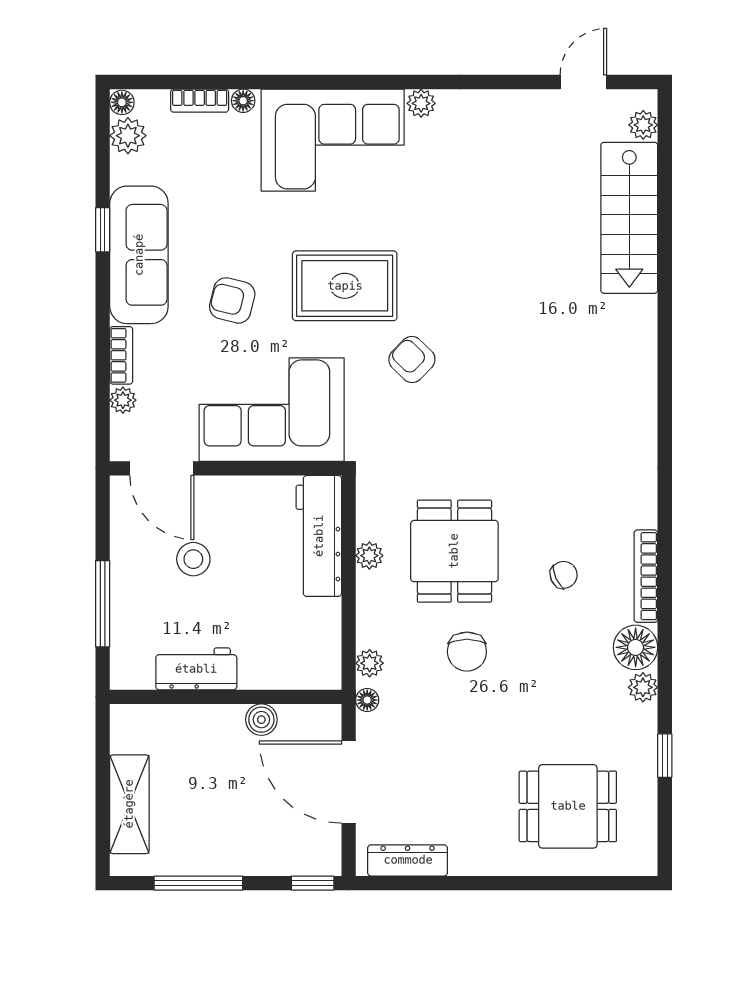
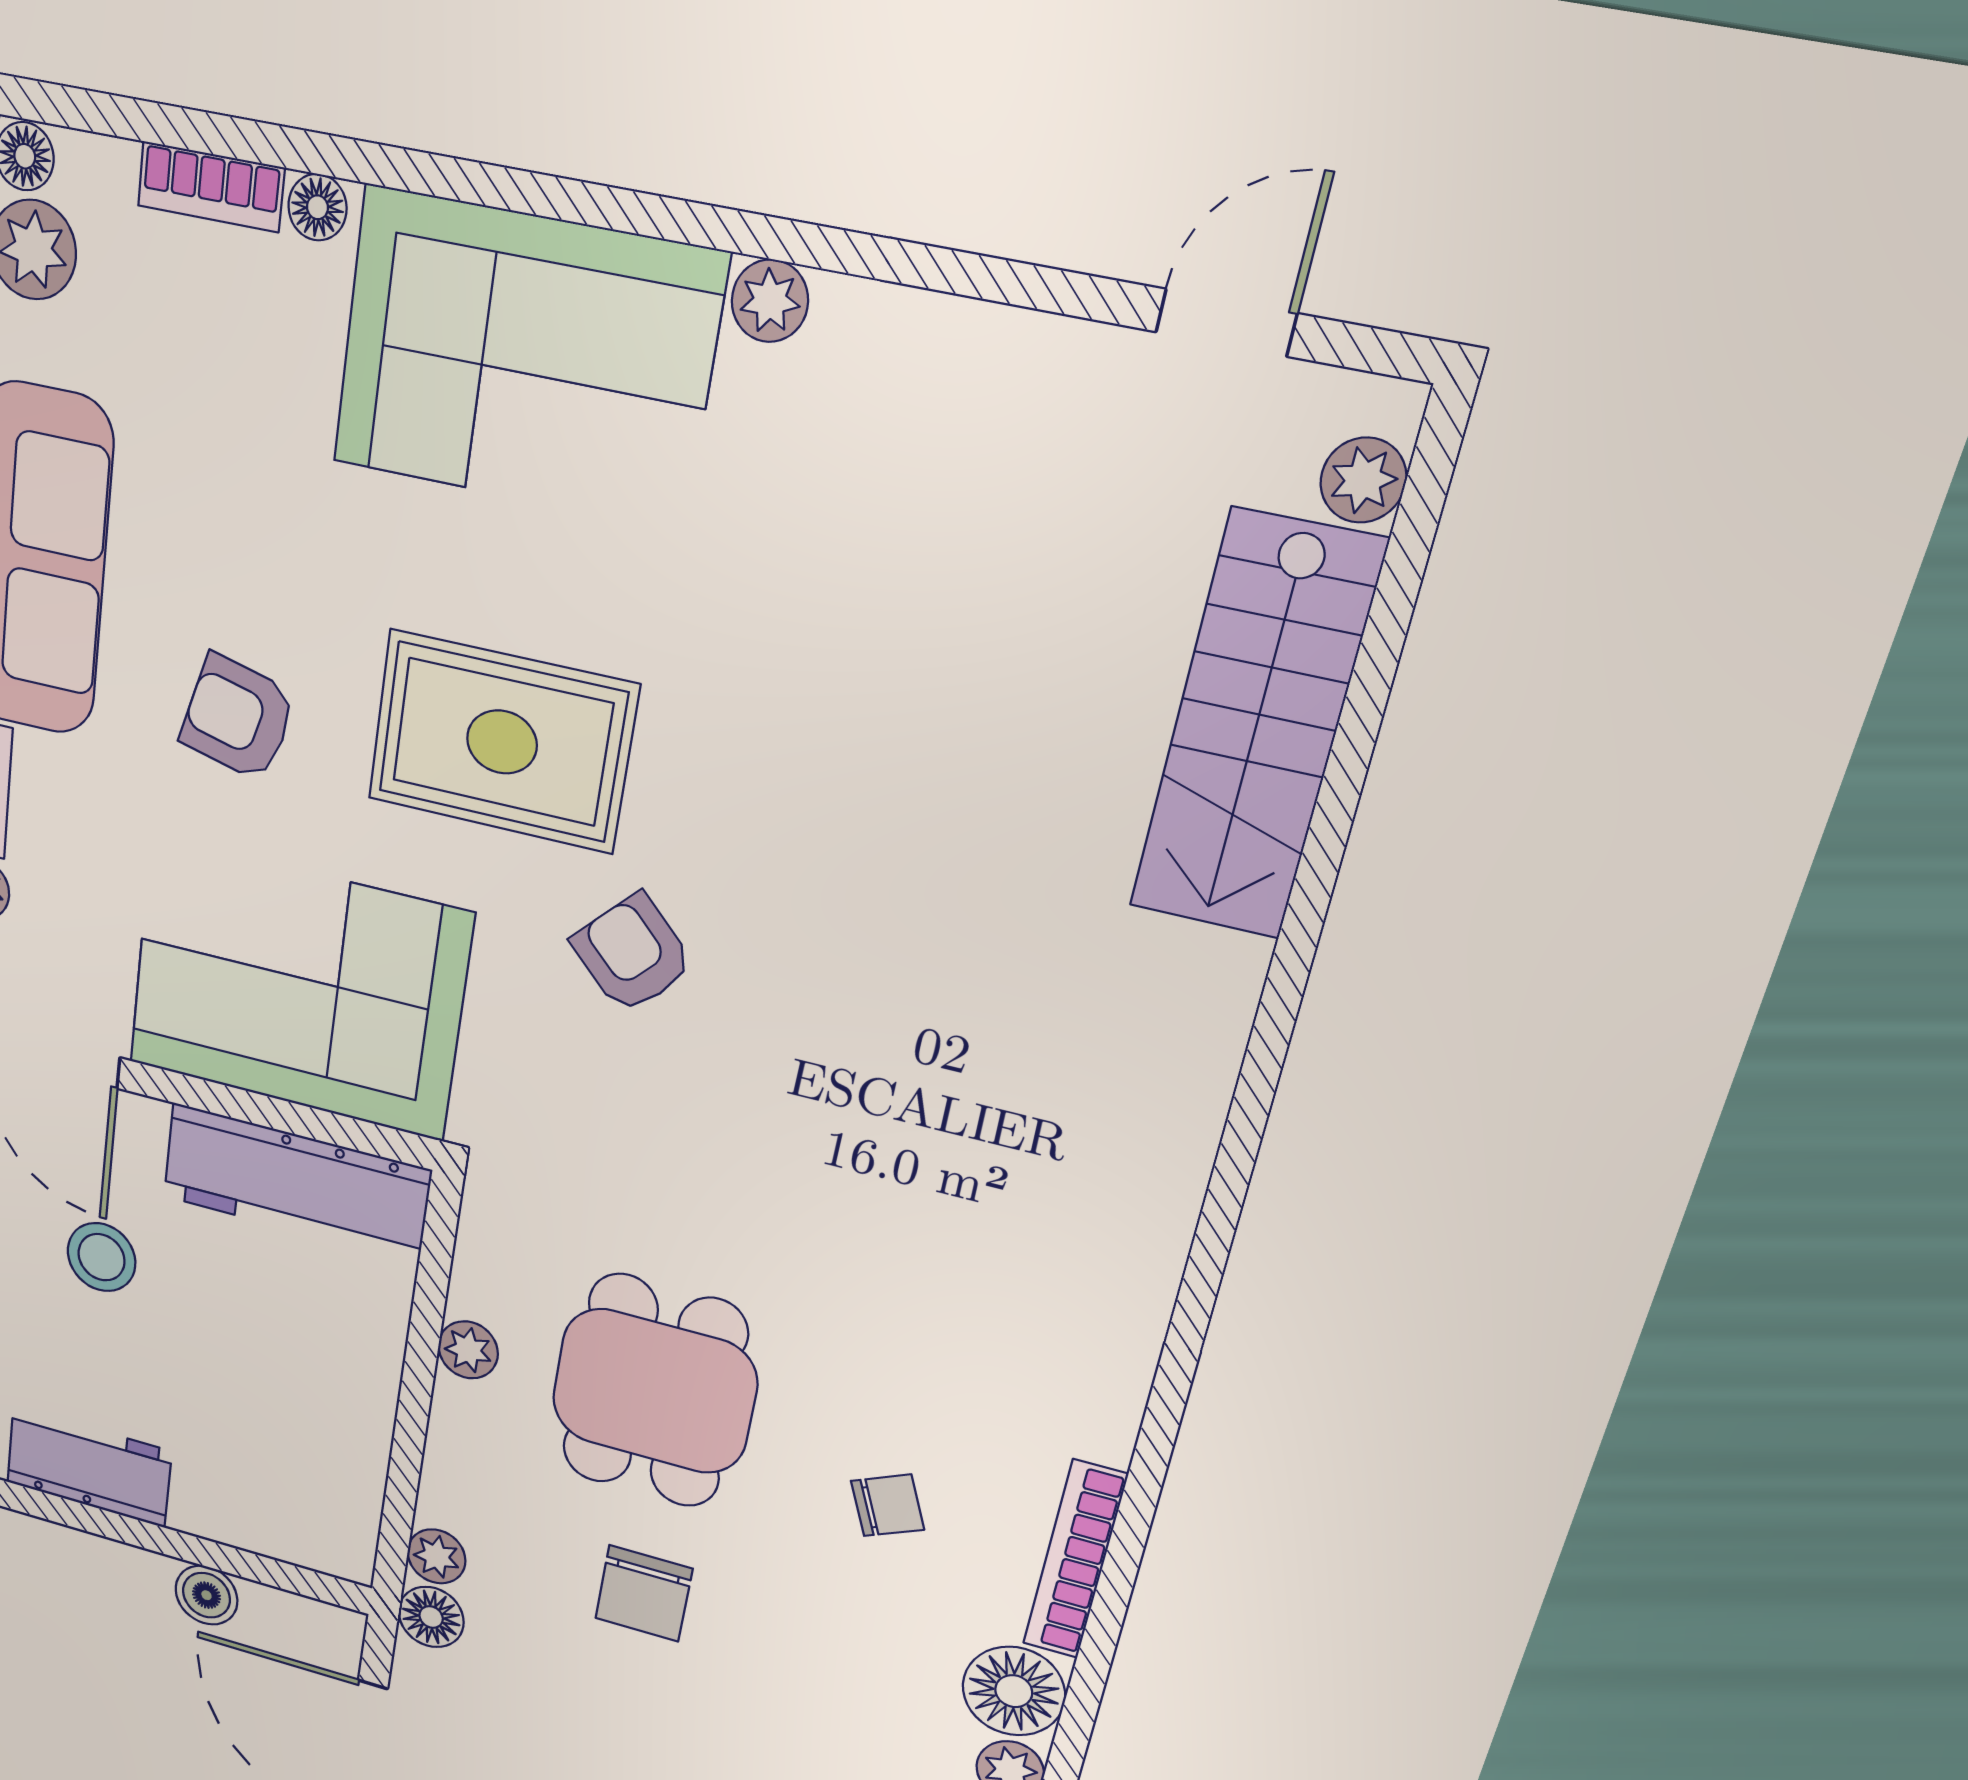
workbench: (319, 536) -> (296, 1183), moved, turned -90
floor lamp: (367, 700) -> (431, 1617), width x1.37, depth x1.37

